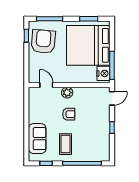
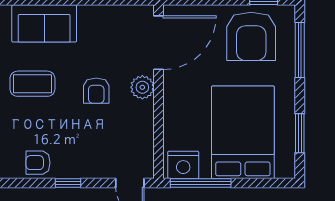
armchair: (43, 42) -> (251, 36), turned 85
bed: (88, 45) -> (243, 132), width x0.73
door: (46, 85) -> (159, 43), width x1.87
armchair: (102, 141) -> (38, 163), added

